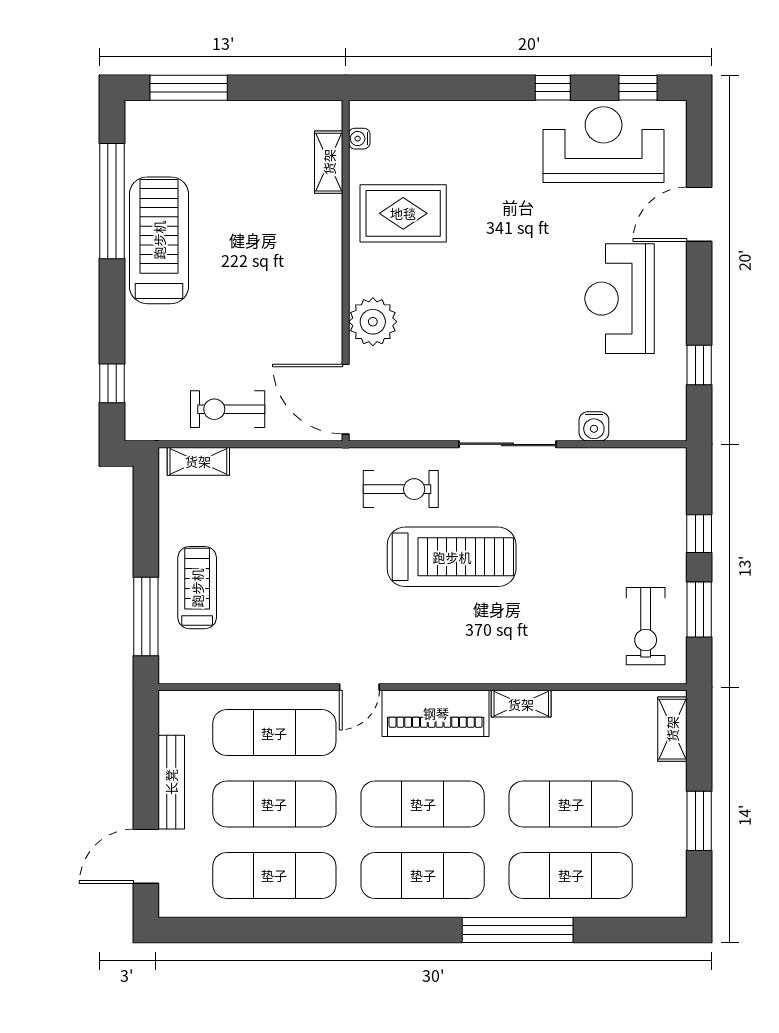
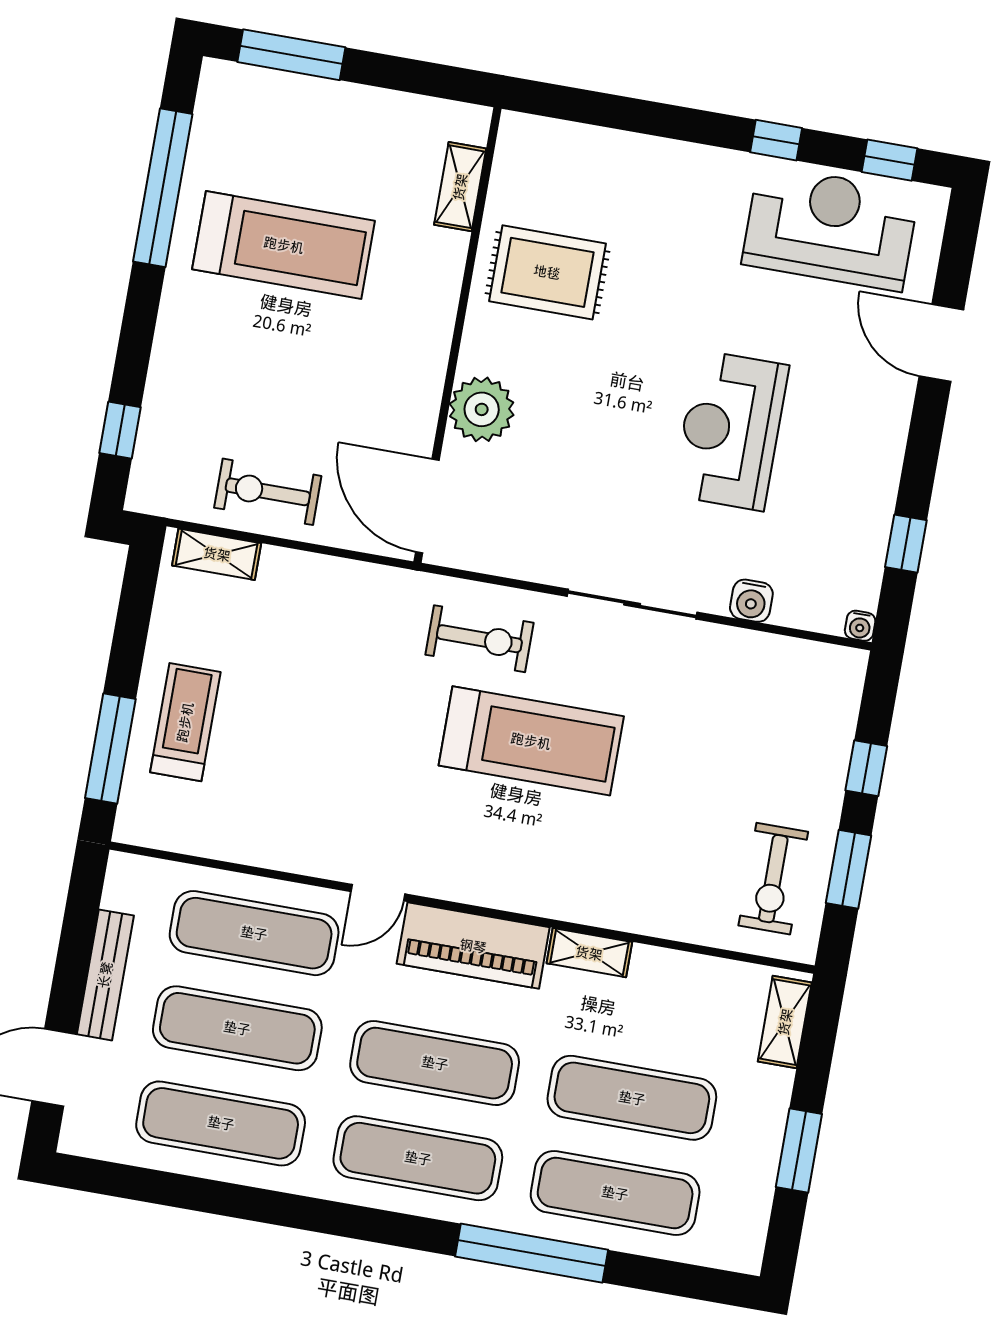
water cooler: (359, 139) -> (860, 626), moved, turned -90
door: (699, 214) -> (941, 343), hinge flipped
treadmill: (159, 240) -> (284, 245), moved, turned 90
reception desk: (620, 299) -> (730, 430), moved

